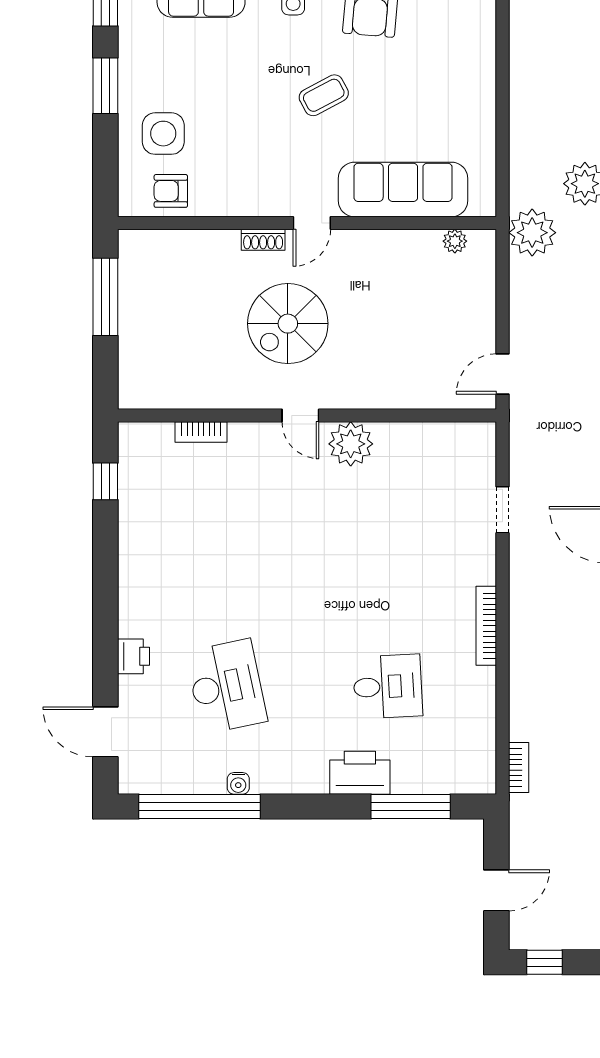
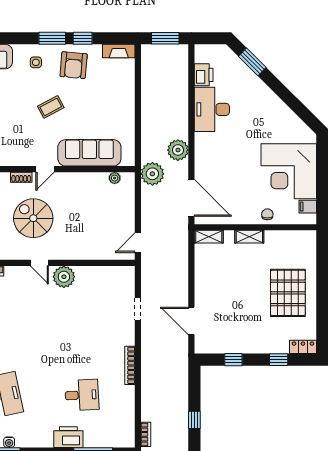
spiral stairs: (288, 324) -> (33, 218), turned 90

